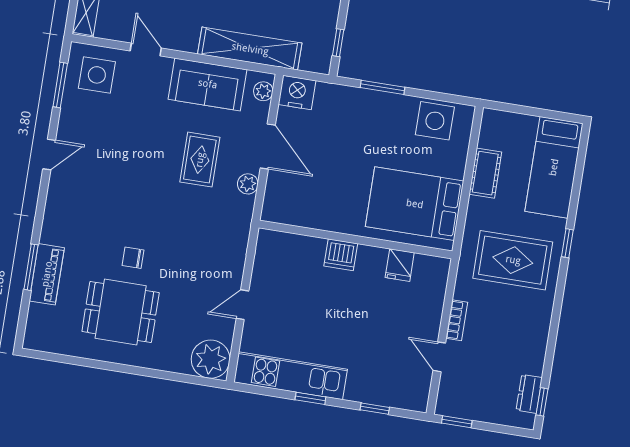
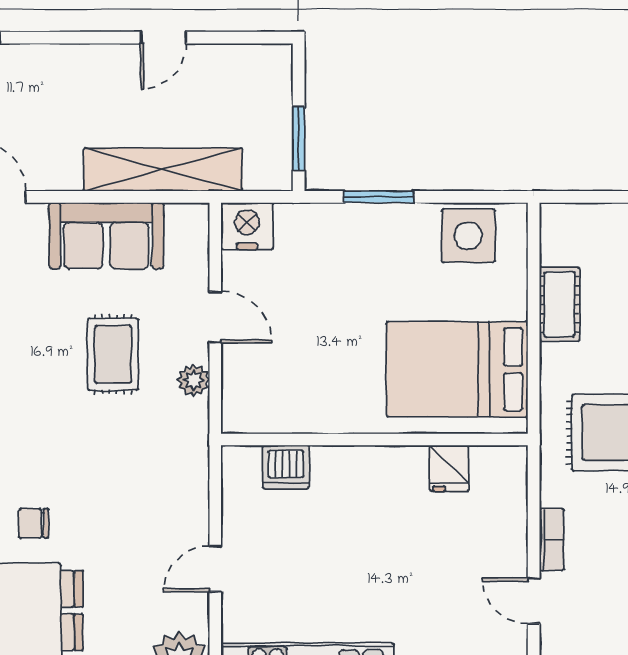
window: (338, 43) -> (299, 138), width x1.50
plant: (263, 91) -> (194, 232), removed
door: (268, 147) -> (215, 317), width x0.73
dishwasher: (341, 255) -> (286, 467), moved

